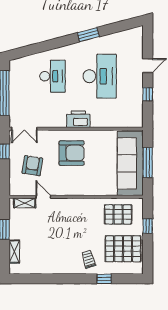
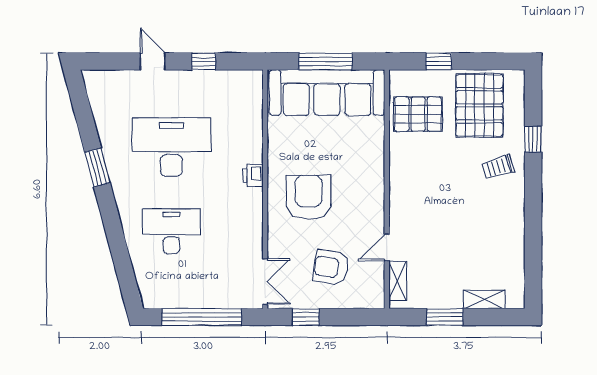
printer: (78, 119) -> (253, 175), width x0.53, depth x0.68
pallet: (118, 214) -> (418, 114), turned 90

